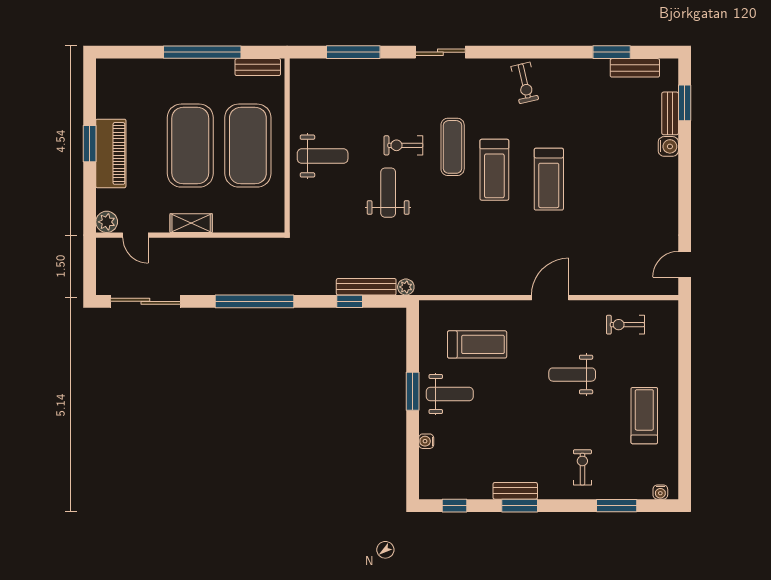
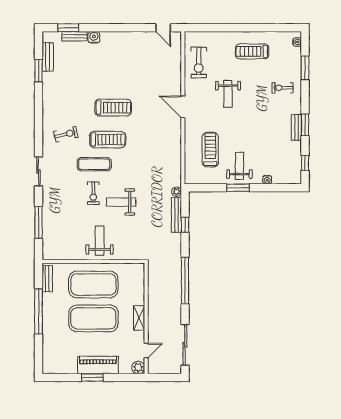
exercise bike: (525, 83) -> (66, 134), moved
exercise bike: (625, 325) -> (199, 63), width x1.38, depth x1.39

